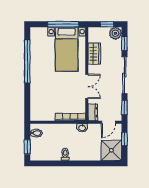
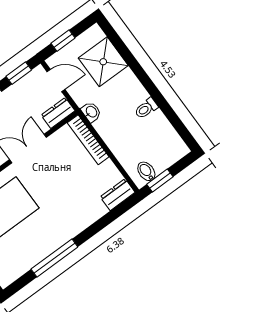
window: (27, 62) -> (54, 258), width x0.68
dresser: (35, 112) -> (118, 195), added
window: (27, 147) -> (160, 180), moved
shower: (111, 150) -> (103, 62), moved

